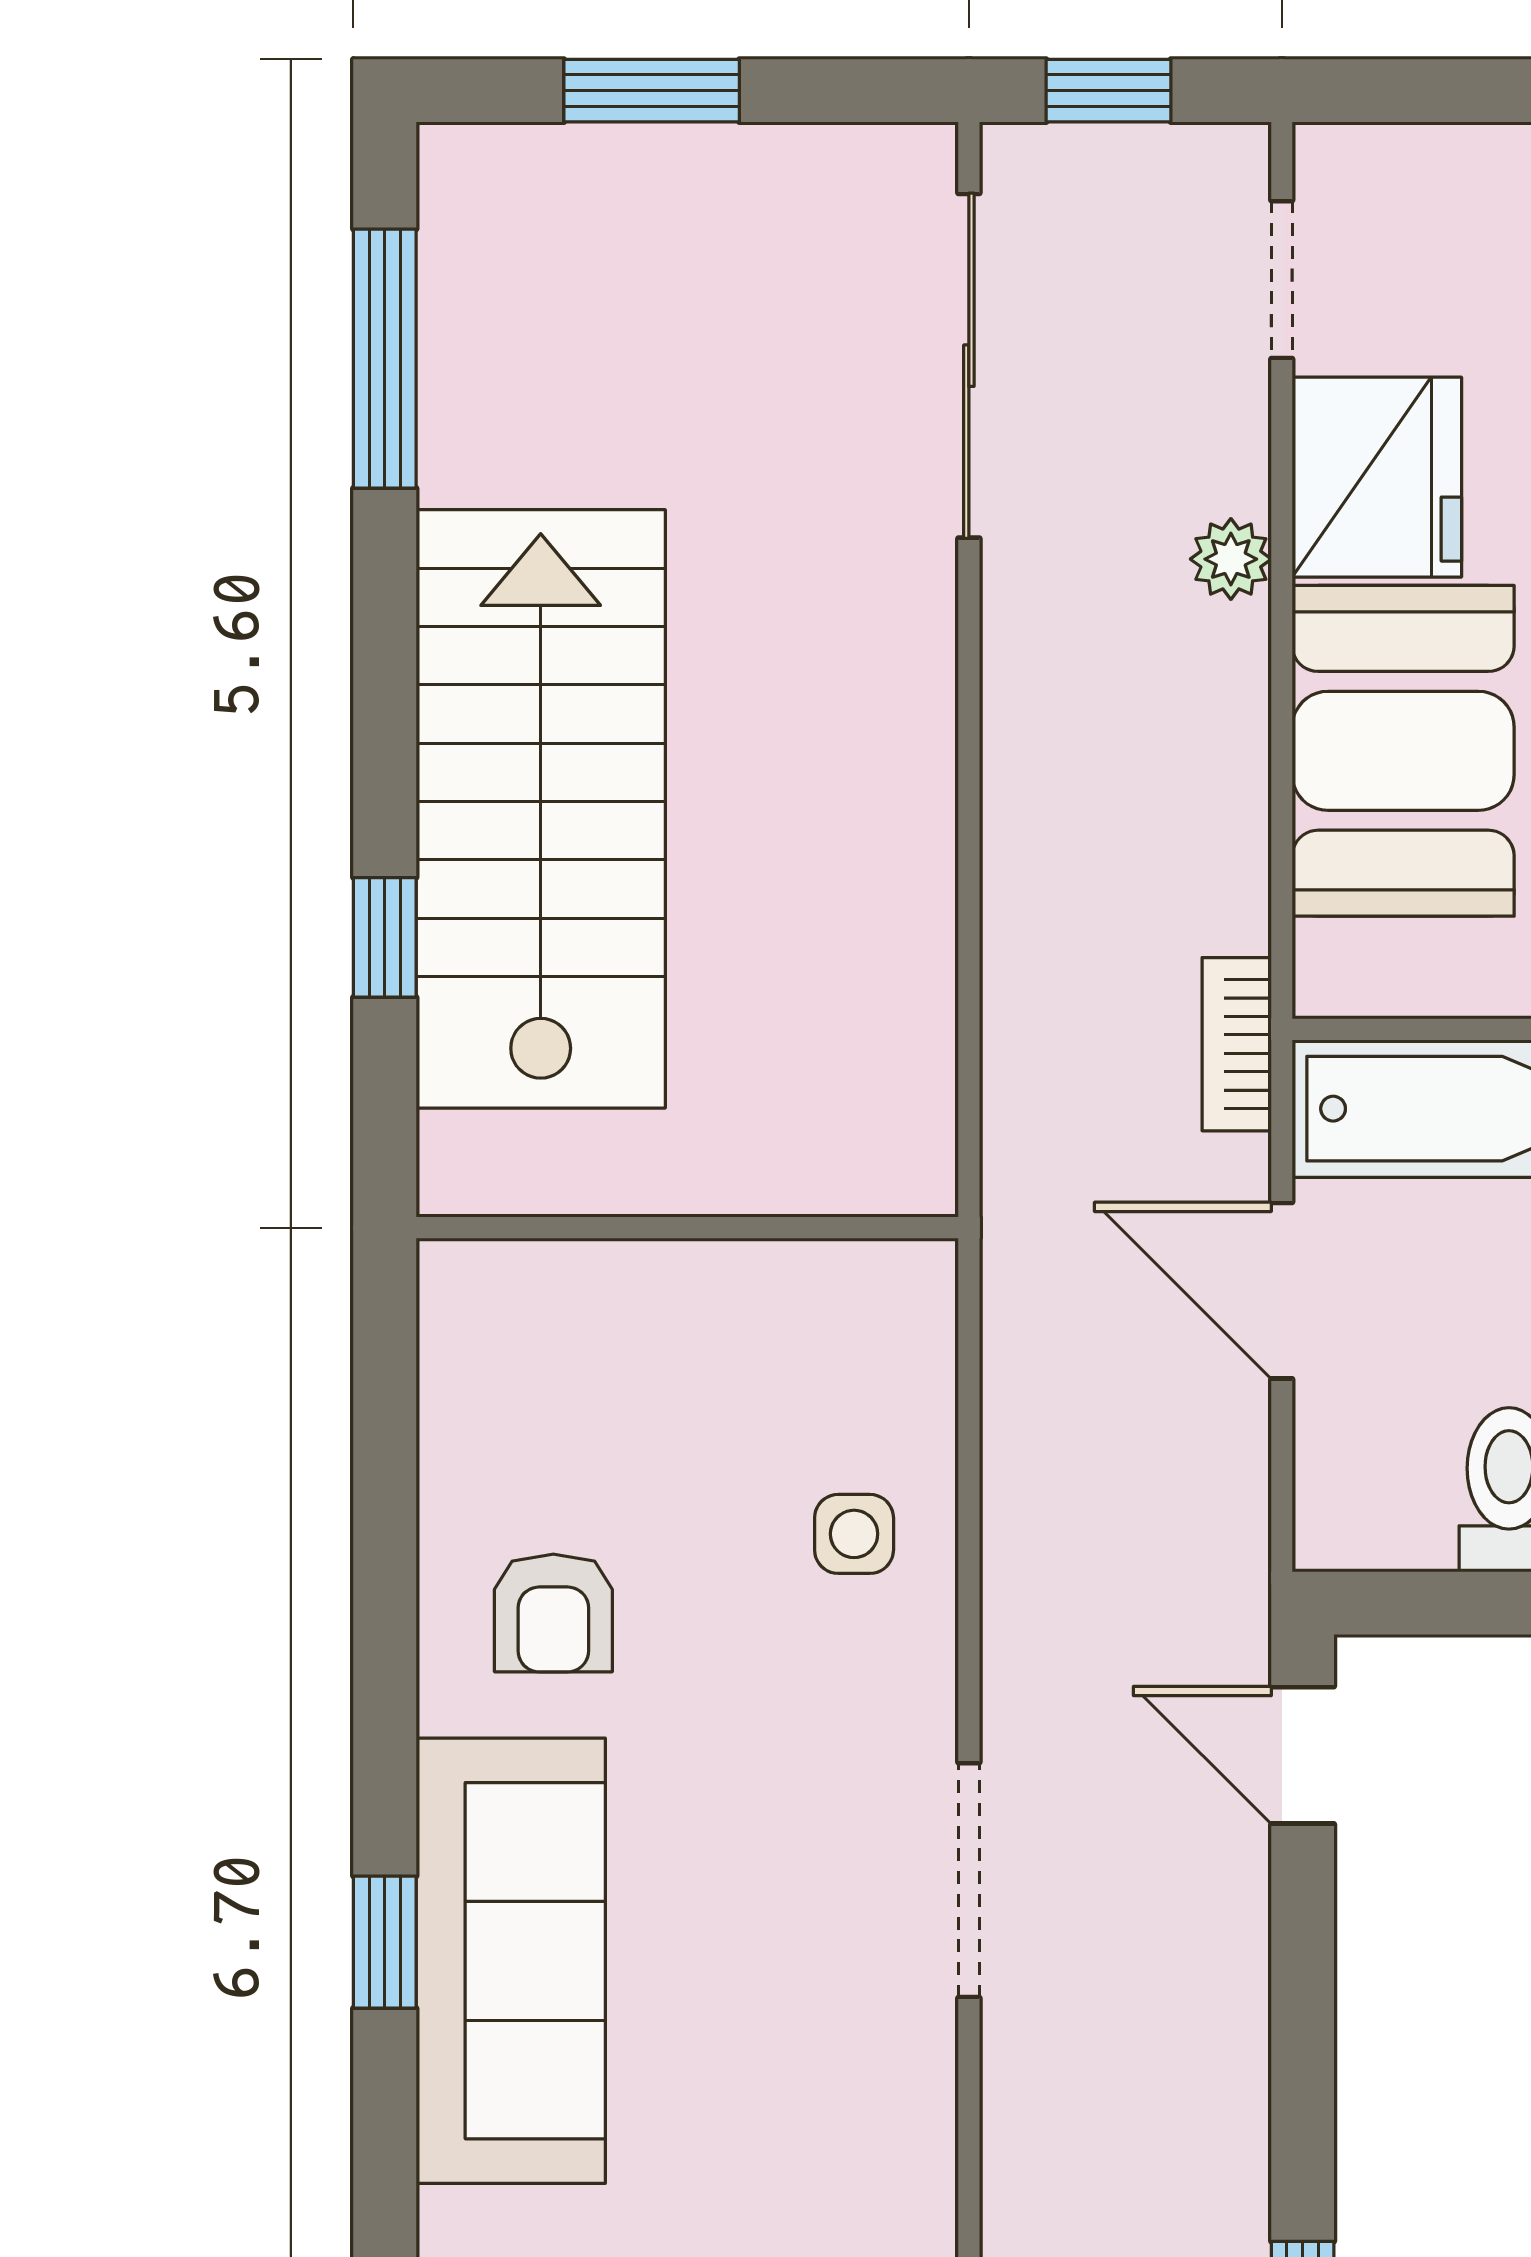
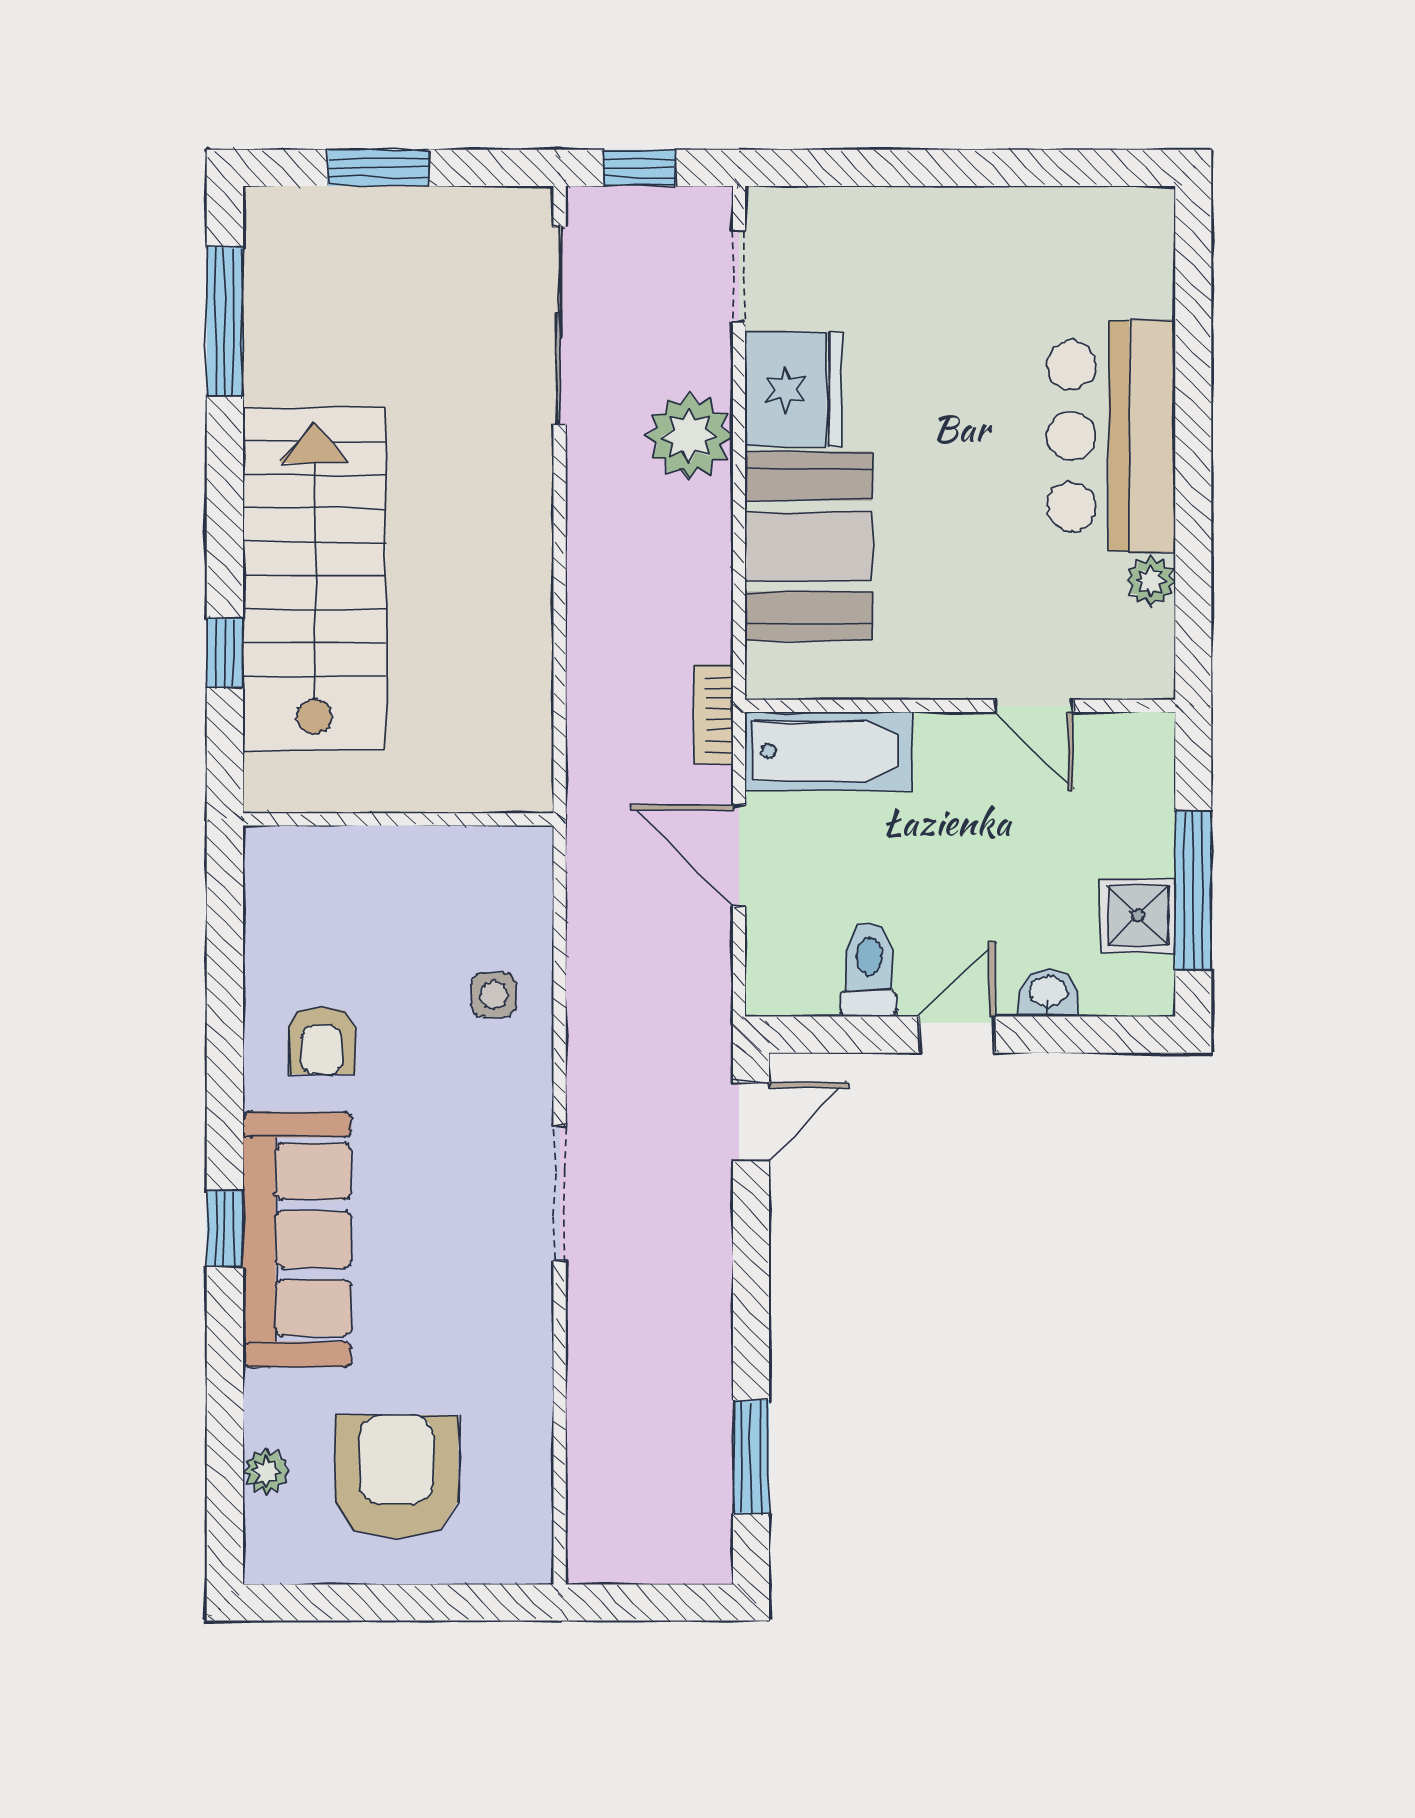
plant: (1231, 559) -> (689, 436), width x1.88, depth x1.88
door: (1303, 1755) -> (751, 1122), swing flipped

